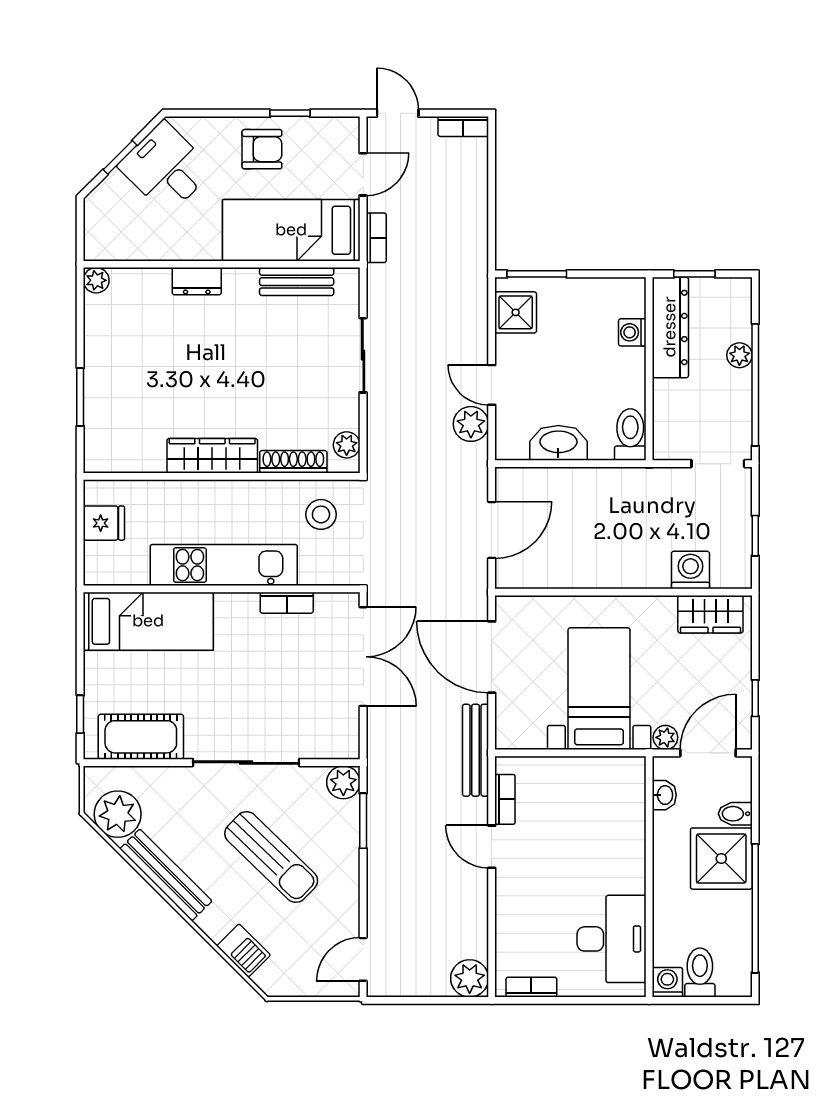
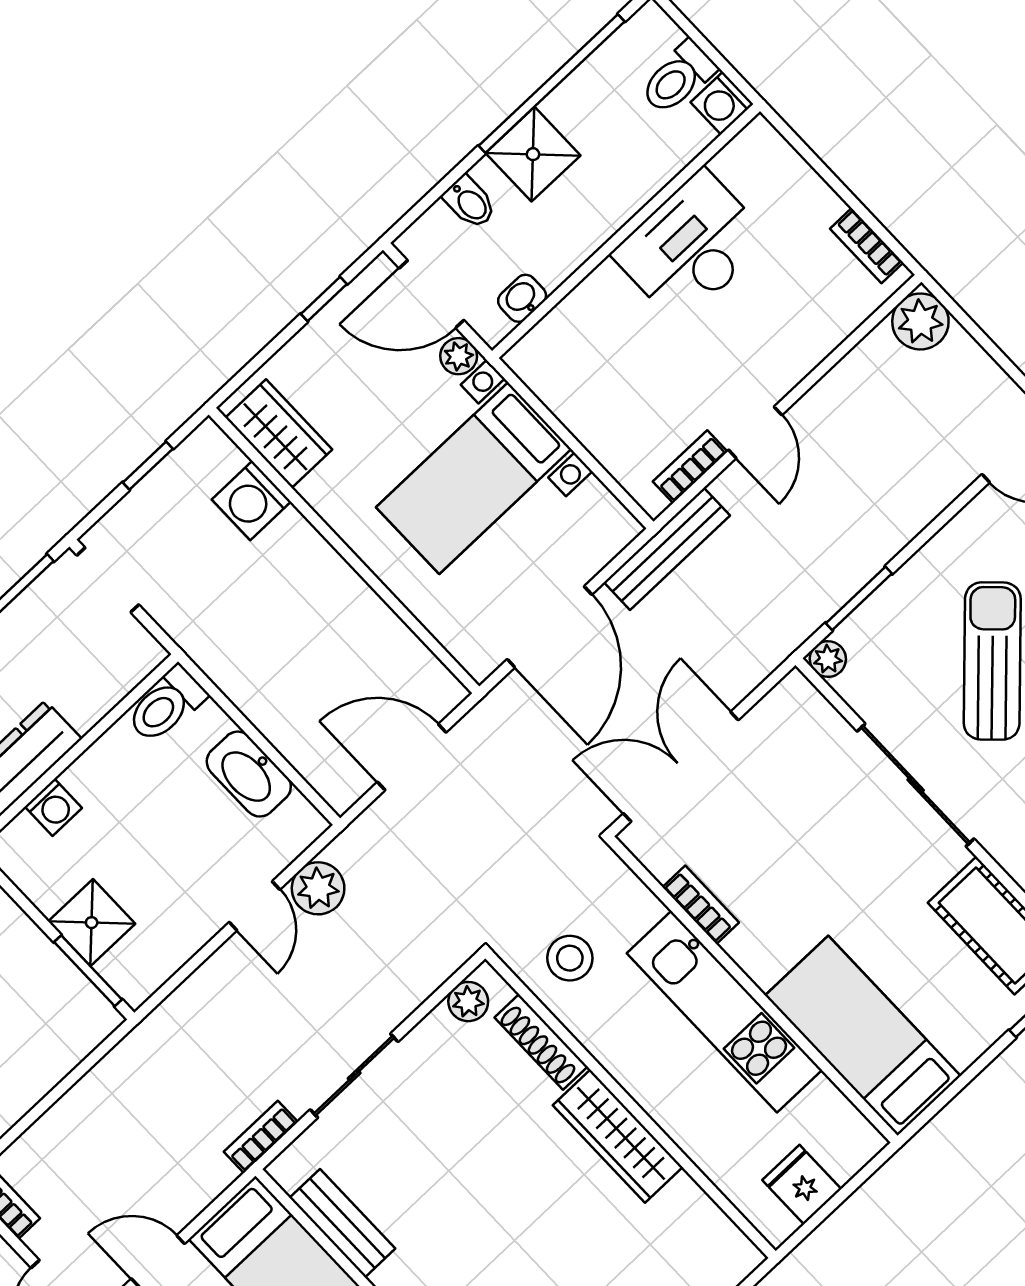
bookcase: (376, 238) -> (261, 1137), moved
shower: (516, 312) -> (92, 923), moved
plant: (343, 782) -> (828, 659), width x0.73, depth x0.73
shower: (721, 859) -> (533, 154), width x0.73, depth x0.73
desk: (612, 939) -> (691, 247), moved

